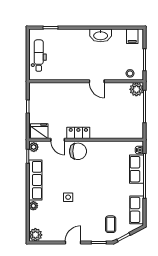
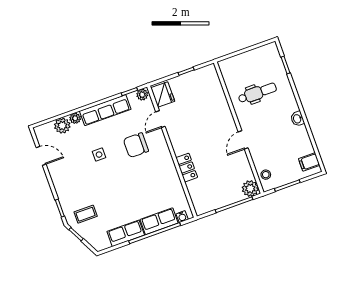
washbasin: (101, 35) -> (297, 119), width x0.52, depth x0.69
dental chair: (39, 56) -> (257, 93), moved
locker: (78, 133) -> (187, 168), moved
chair: (78, 151) -> (136, 145), moved, turned 90
row of seats: (137, 210) -> (126, 233), moved
plant: (35, 235) -> (62, 126), moved
door: (73, 243) -> (41, 156), moved

